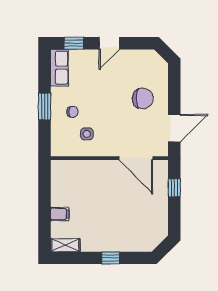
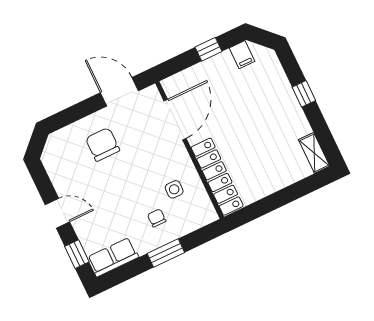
locker: (81, 169) -> (217, 177), added
window: (174, 188) -> (208, 49), moved
filing cabinet: (60, 214) -> (242, 55), moved, turned 180

